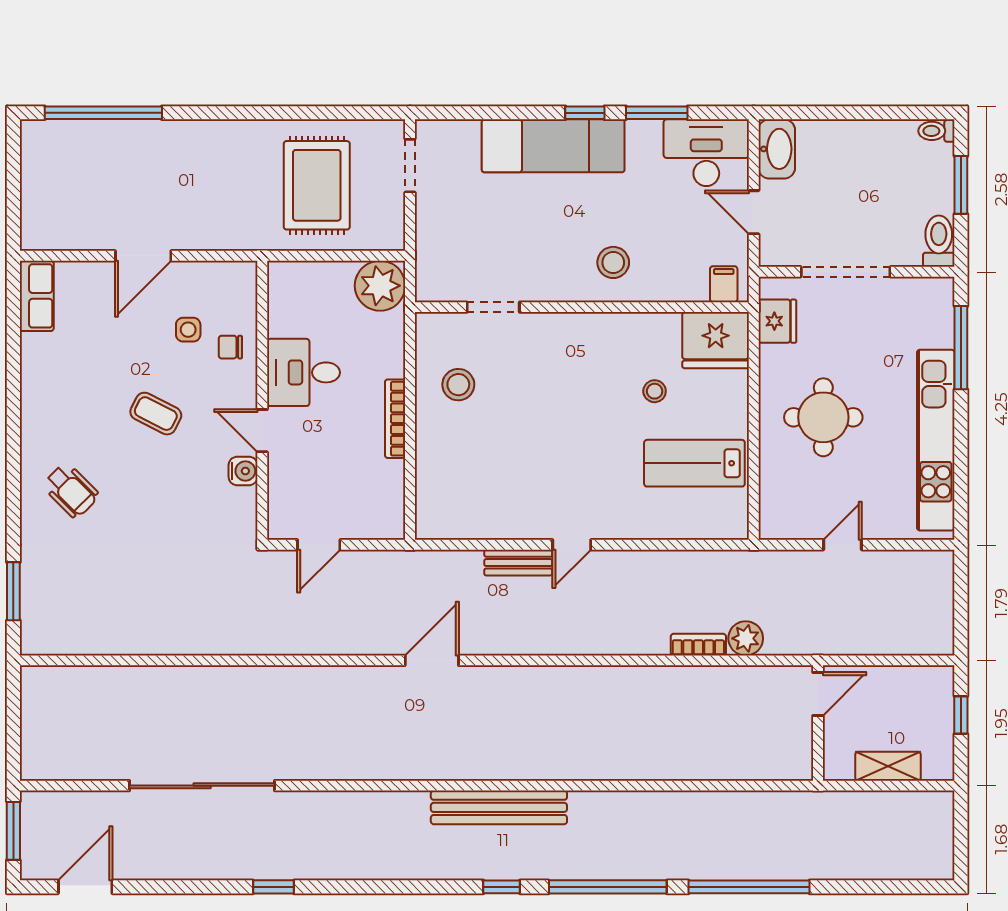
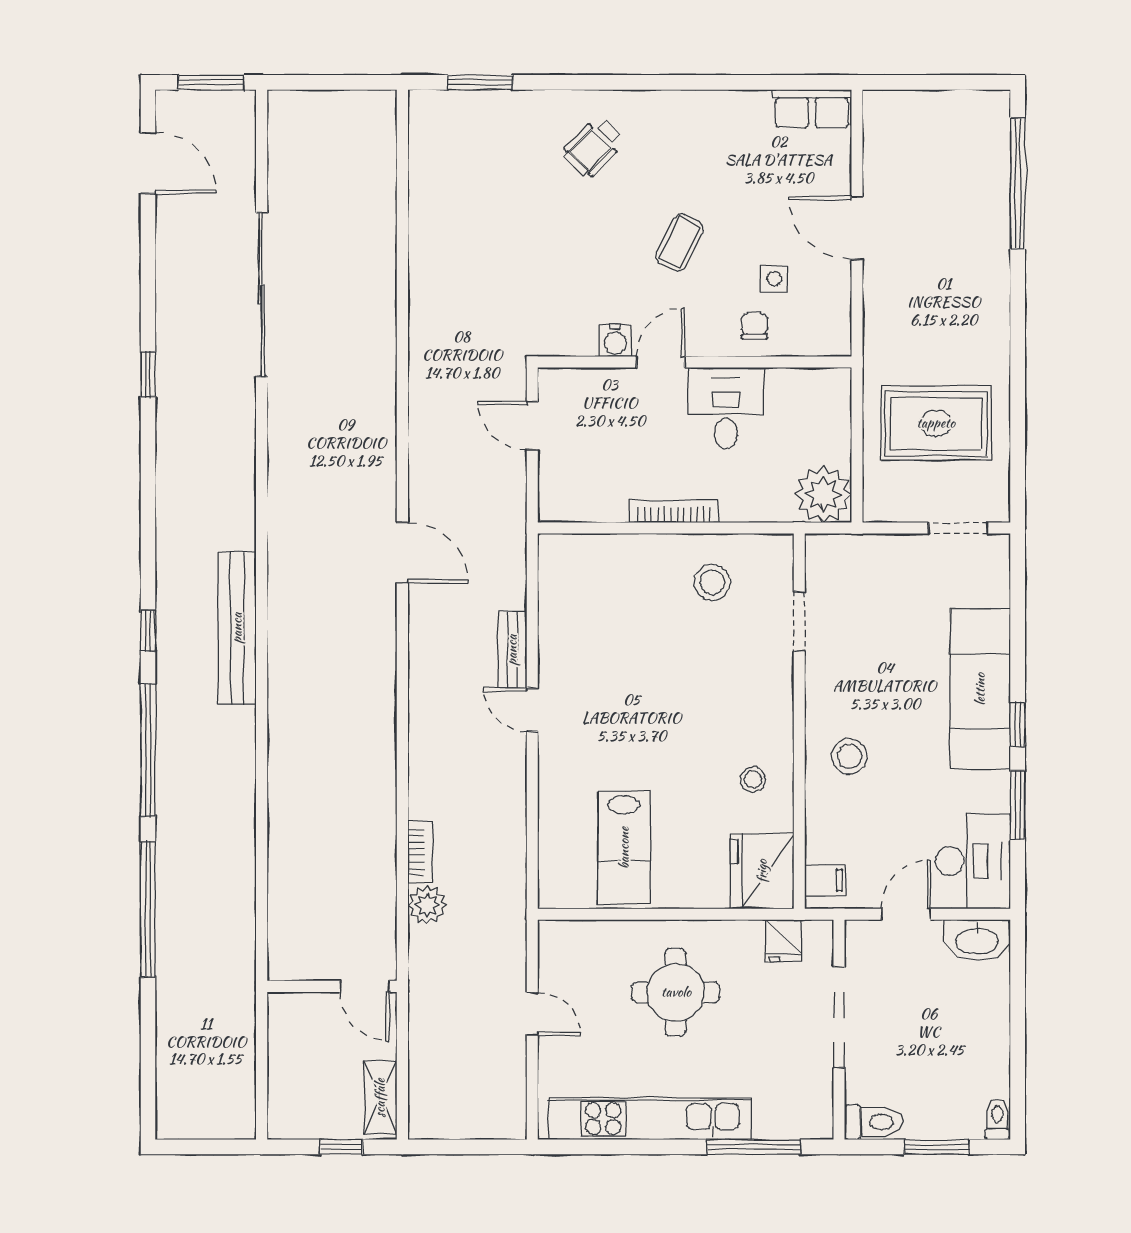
fridge: (777, 321) -> (784, 941), width x0.72
stool: (655, 391) -> (753, 779), moved
lab bench: (694, 463) -> (624, 848), turned 180
shelving: (888, 766) -> (380, 1098), moved

